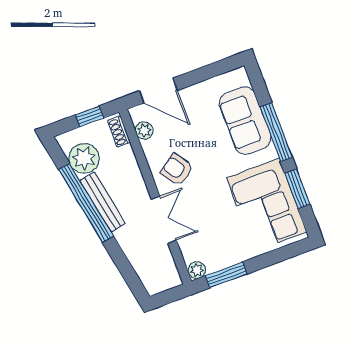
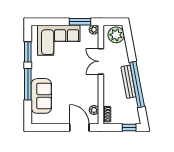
window: (90, 116) -> (129, 127), moved
plant: (84, 158) -> (116, 35), moved
armchair: (177, 170) -> (85, 84), removed
corner sofa: (267, 205) -> (59, 40), moved, turned 90

